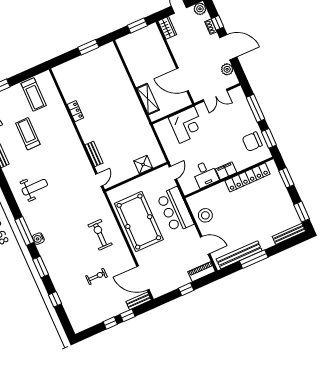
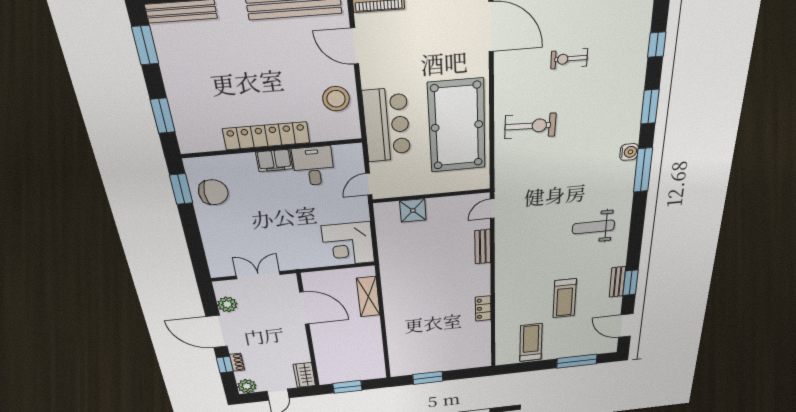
window: (255, 108) -> (194, 240), removed
corner desk: (187, 125) -> (348, 244), moved, turned -90
locker: (248, 177) -> (266, 136), moved
exercise bike: (100, 235) -> (530, 126), turned -88

